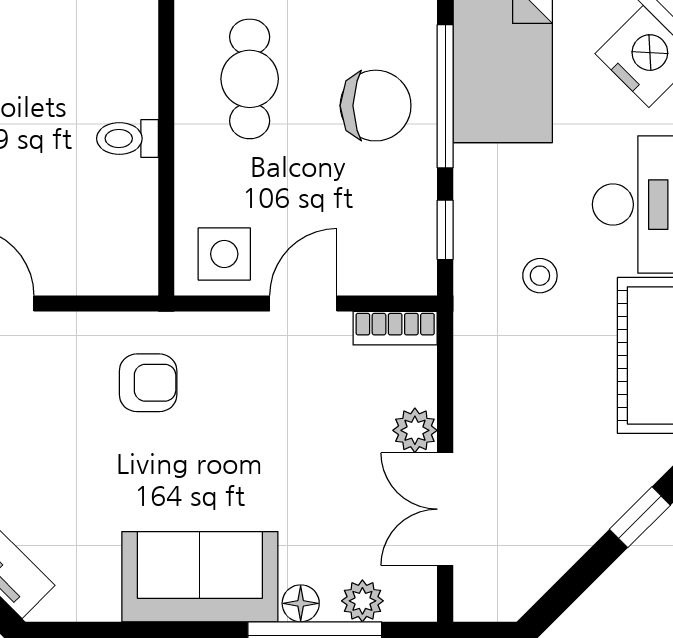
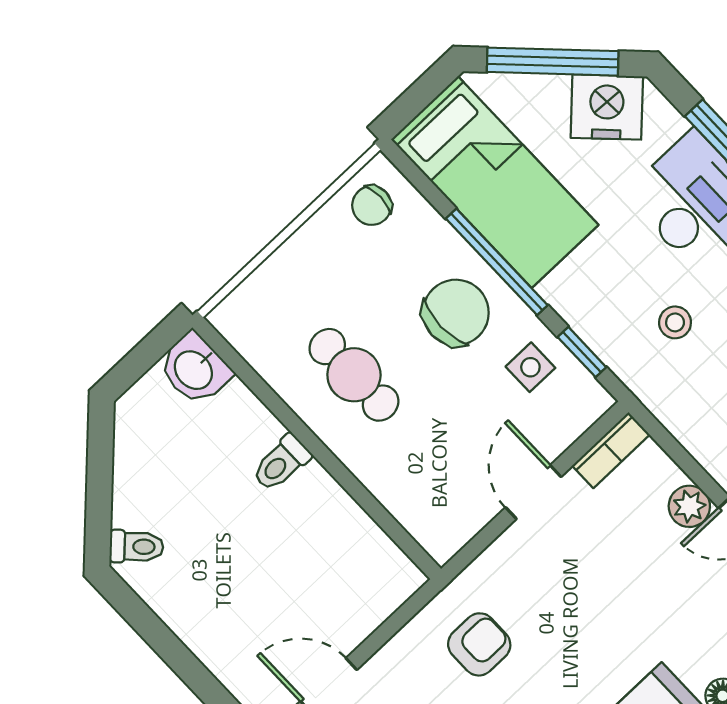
toilet: (127, 138) -> (281, 463), moved
side table: (224, 254) -> (530, 367), moved, width x0.73, depth x0.73

